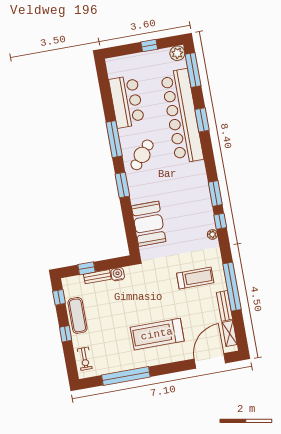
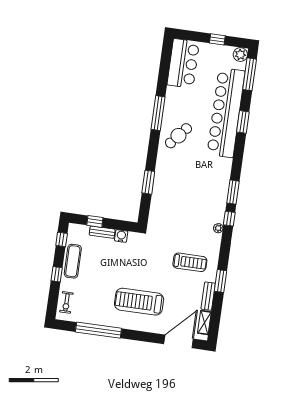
bar counter: (127, 102) -> (183, 63), moved
window: (122, 185) -> (148, 182), moved
booth: (149, 224) -> (164, 200), removed
window: (232, 287) -> (220, 281), width x0.47

